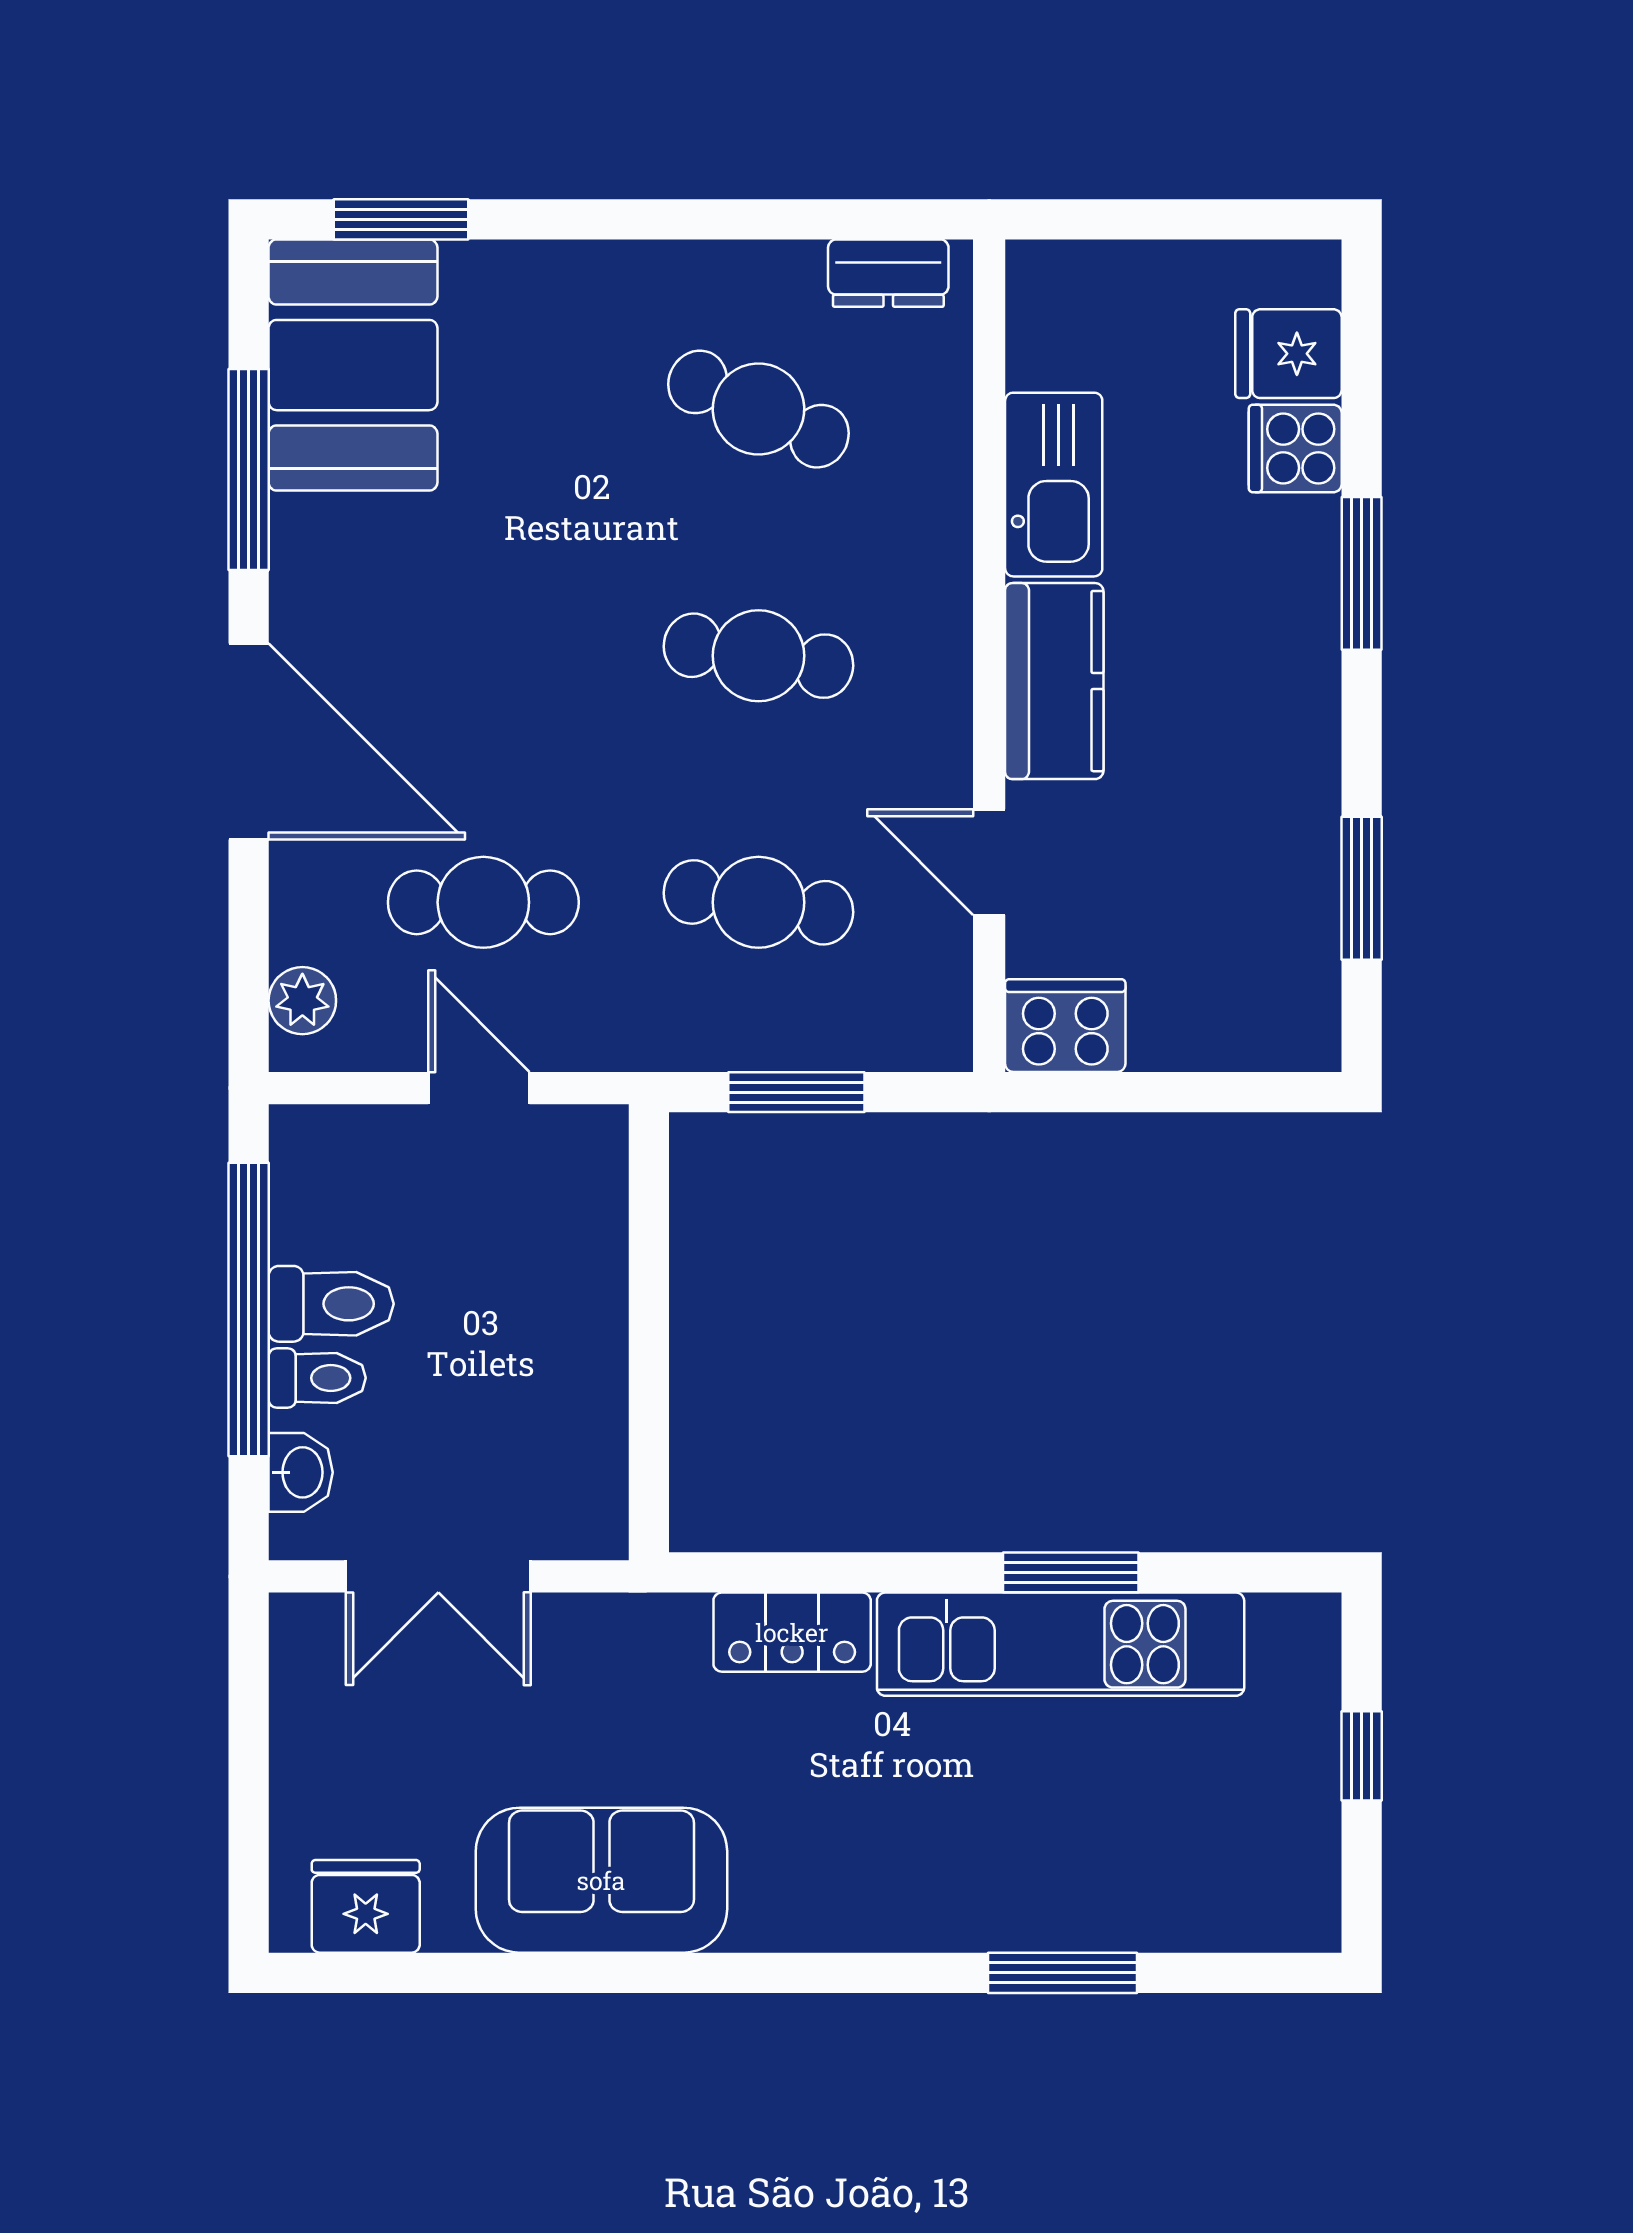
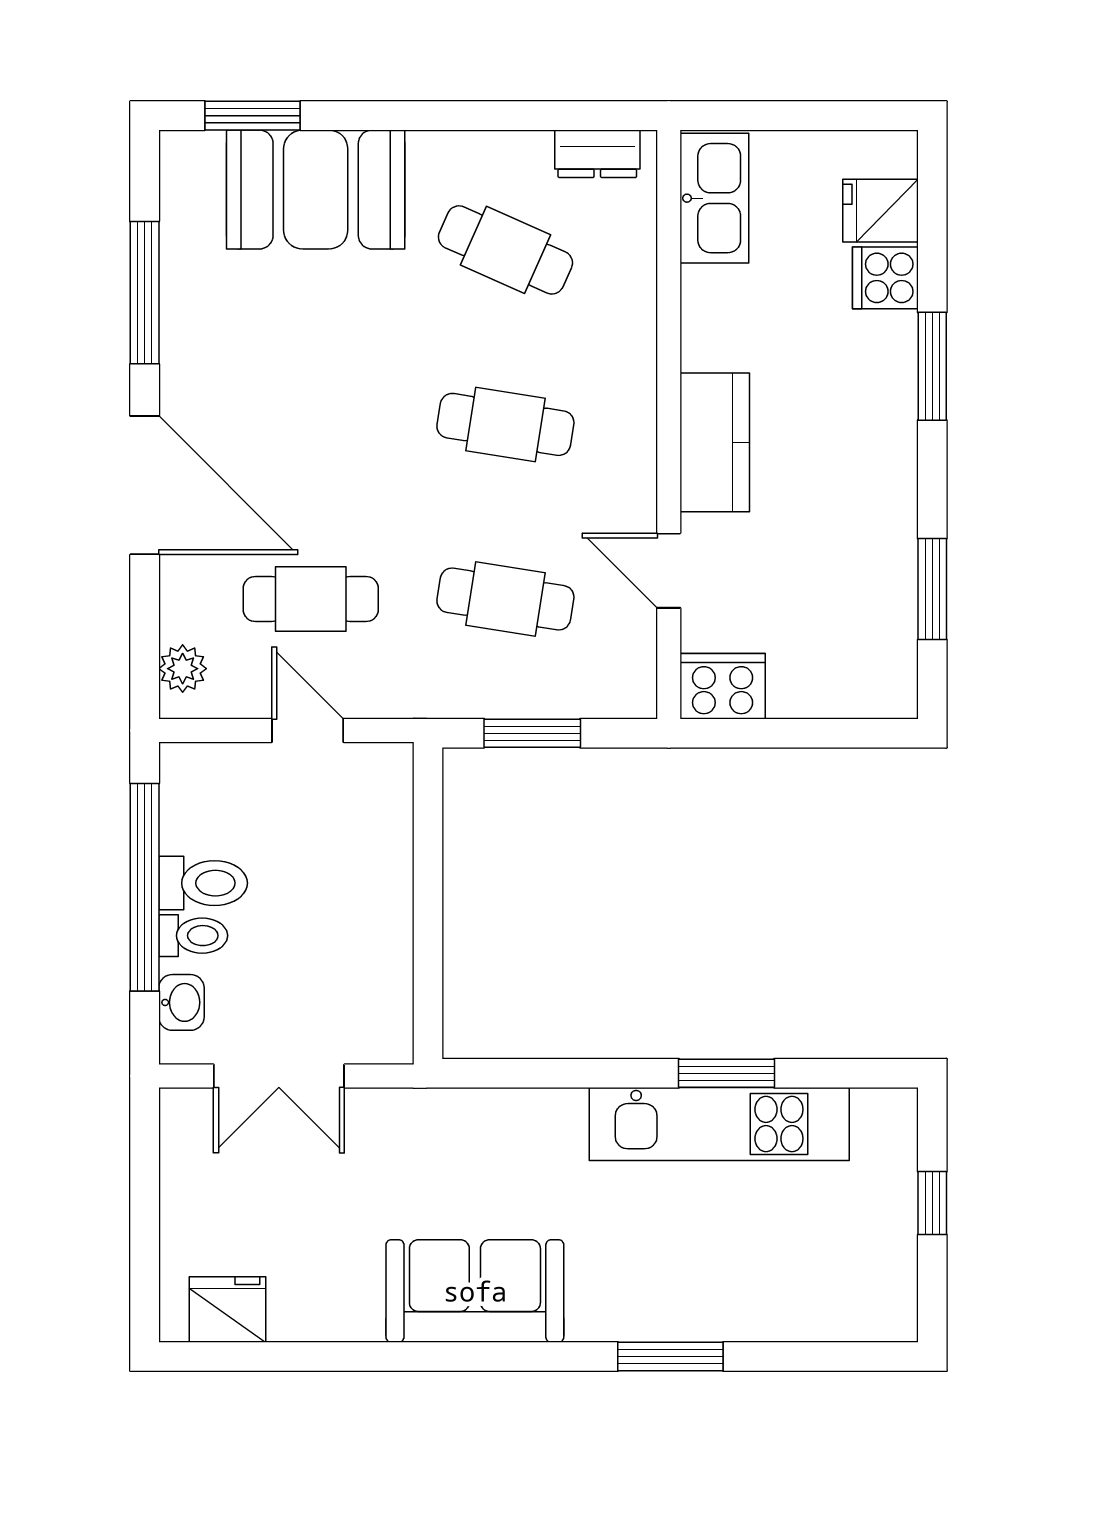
booth: (353, 365) -> (316, 189), moved, turned 90
kitchen sink: (1054, 485) -> (714, 198), moved
locker: (792, 1632) -> (529, 1115), removed
sofa: (601, 1880) -> (475, 1291), moved
window: (1063, 1973) -> (670, 1357), moved

